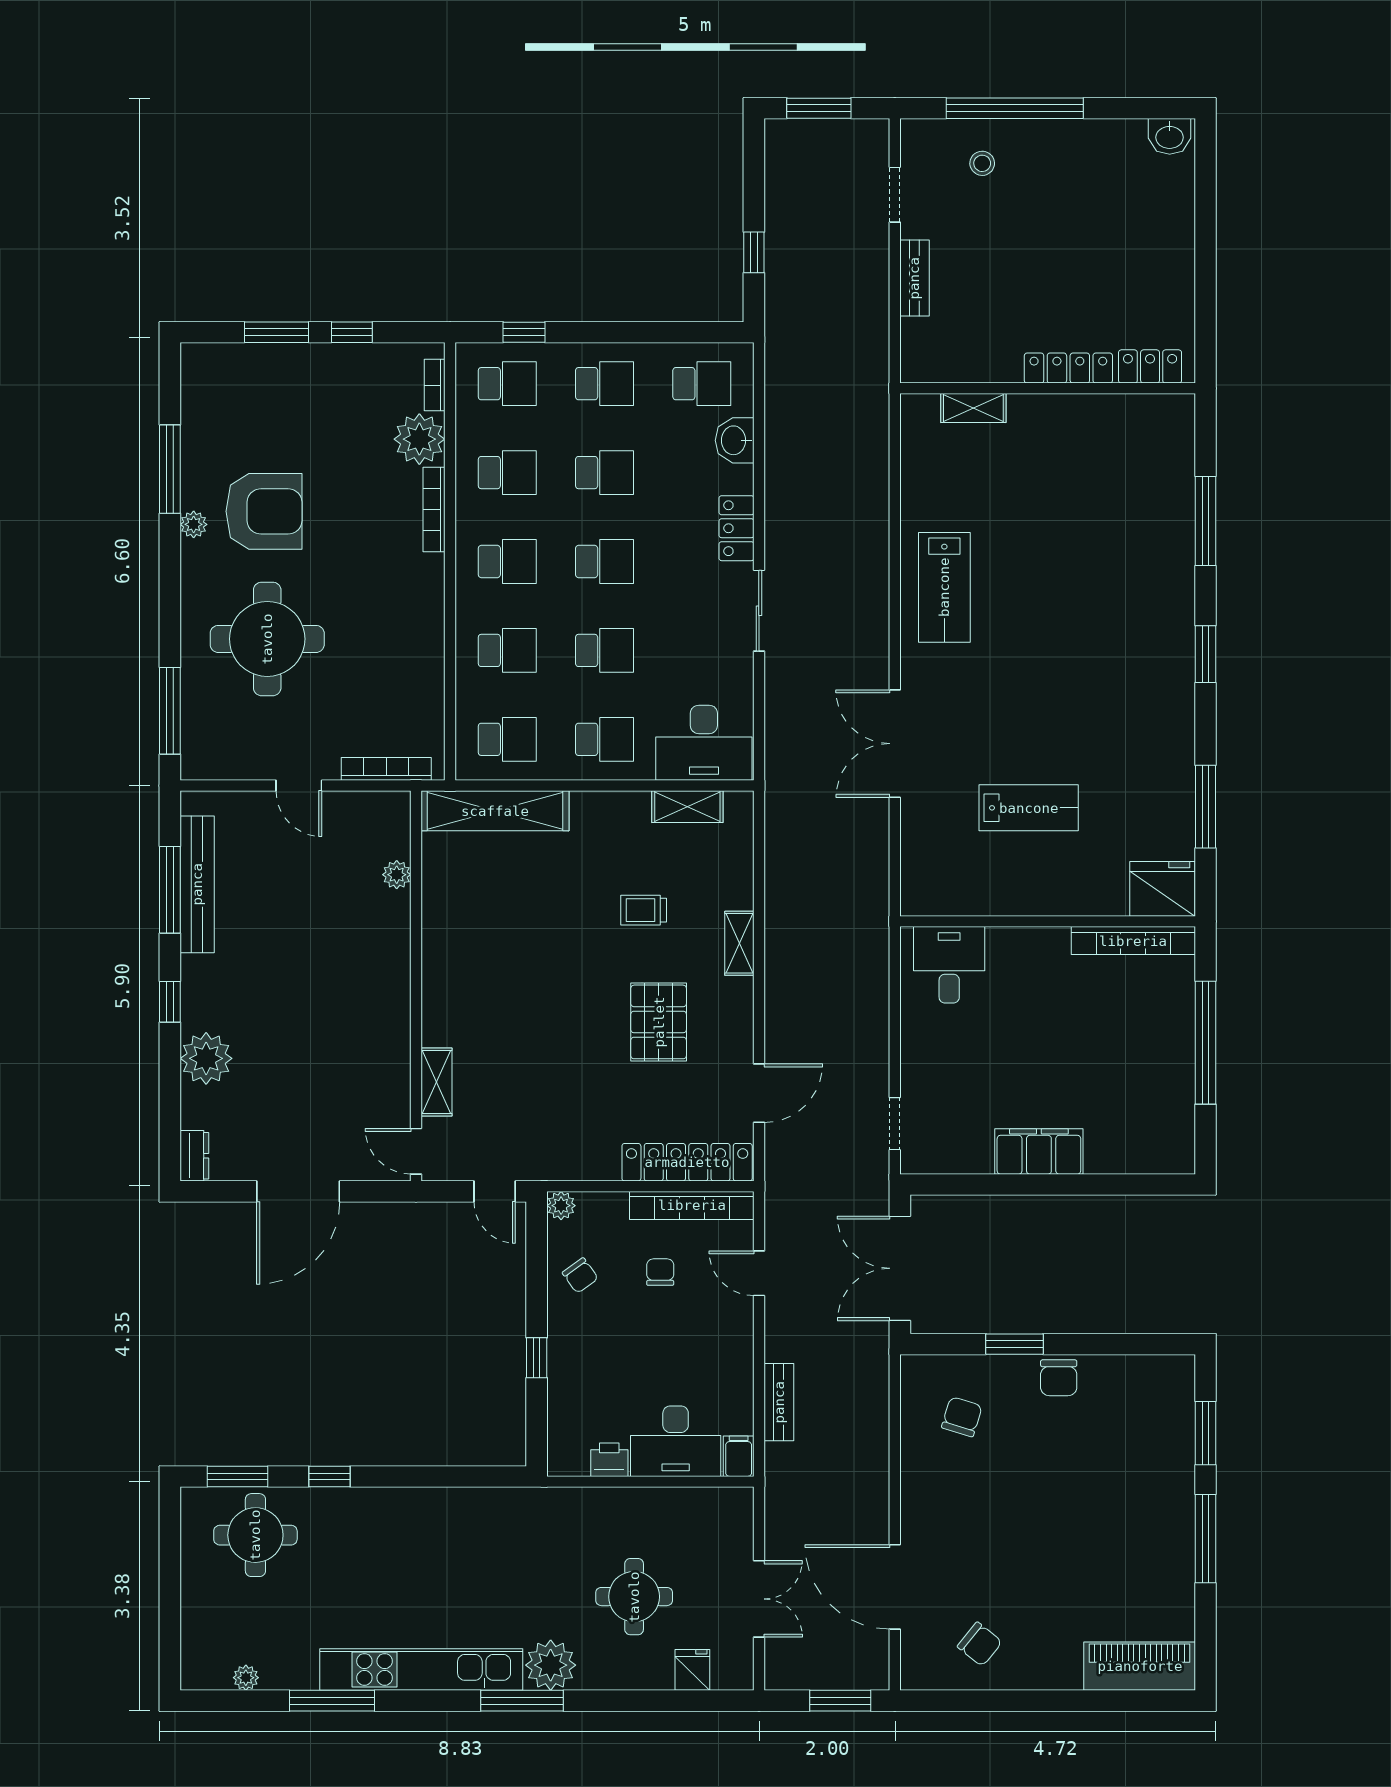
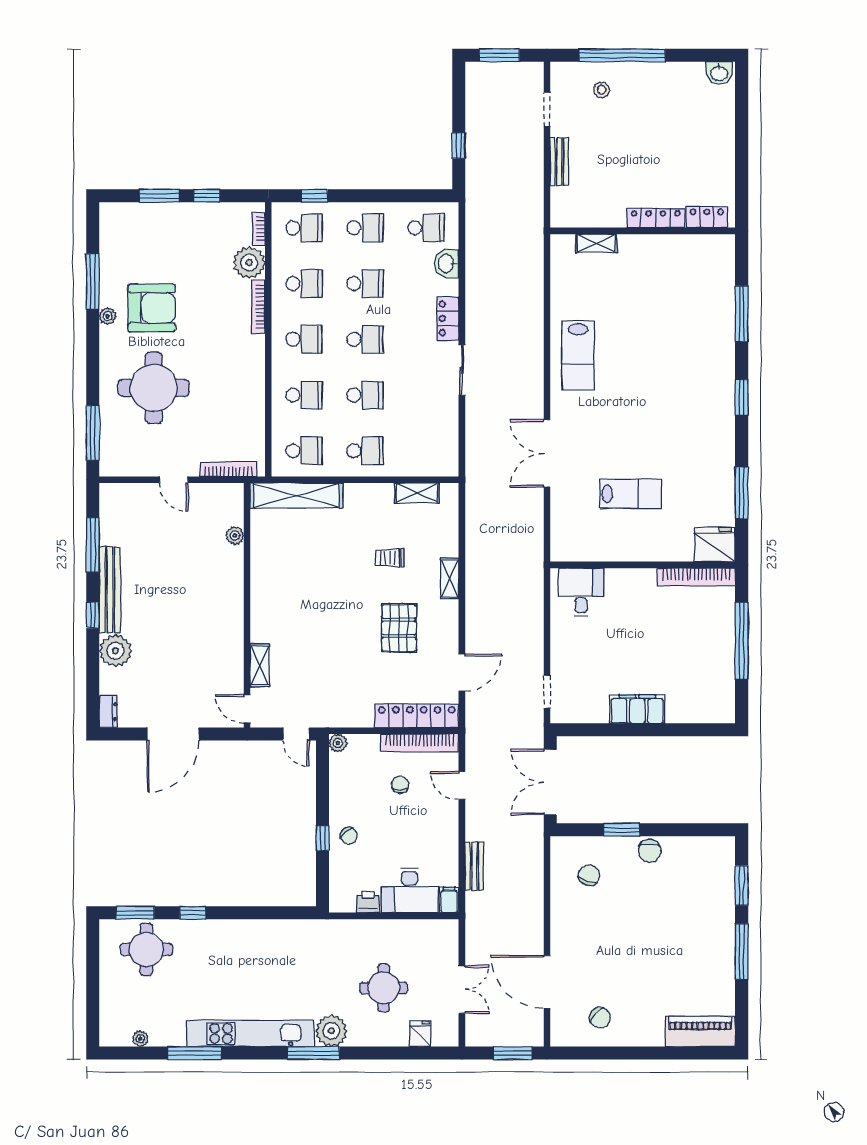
desk: (704, 743) -> (427, 453), removed
bench: (197, 884) -> (110, 590), moved
chair: (580, 1275) -> (349, 836), moved

